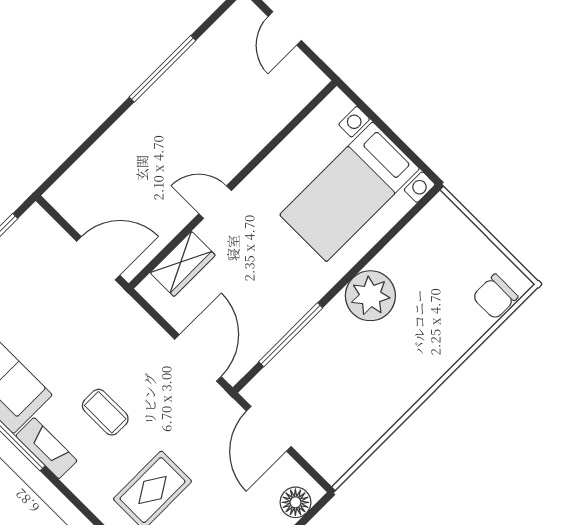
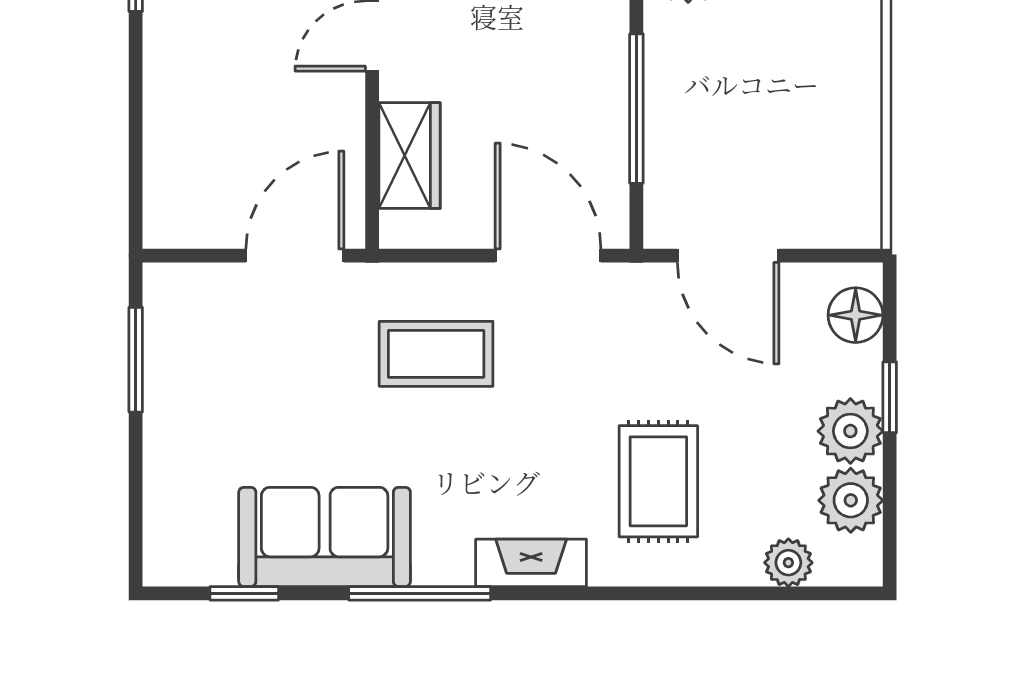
coffee table: (105, 412) -> (436, 354), moved, width x1.36, depth x1.30
fireplace: (46, 448) -> (531, 563), moved

